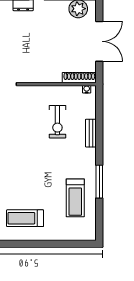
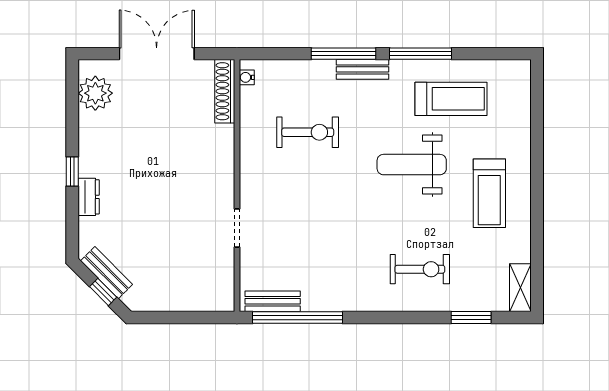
bench: (91, 133) -> (362, 69), moved
window: (99, 141) -> (344, 54), added
weight bench: (40, 177) -> (412, 165), added

